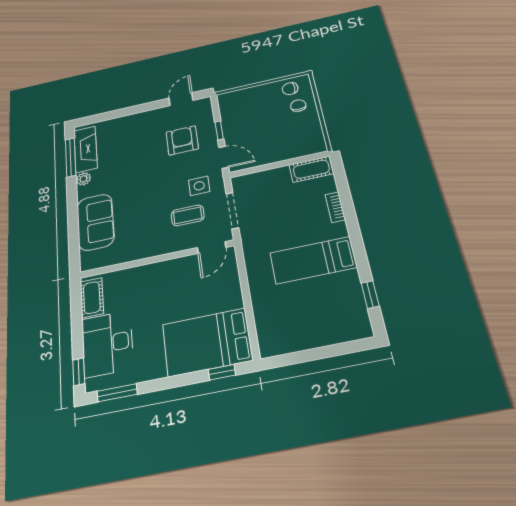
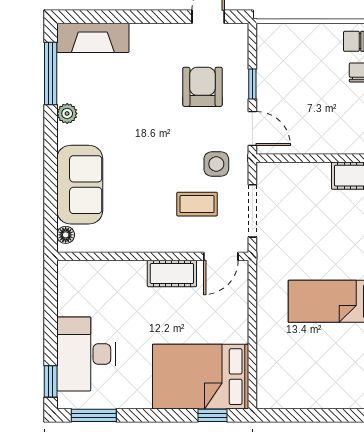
fireplace: (85, 149) -> (93, 38), moved, turned 90
floor lamp: (86, 259) -> (66, 235), added
cot: (92, 298) -> (172, 274), moved, turned 90

